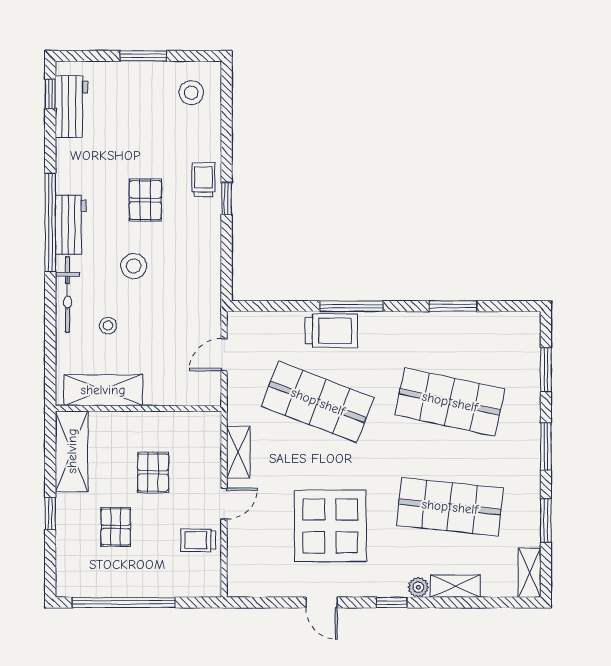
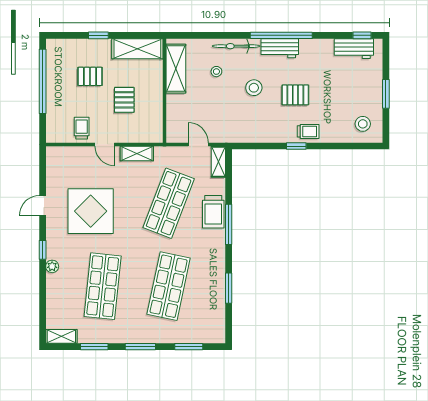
pallet: (153, 472) -> (124, 100), turned 90
shelving: (455, 586) -> (218, 162), moved

